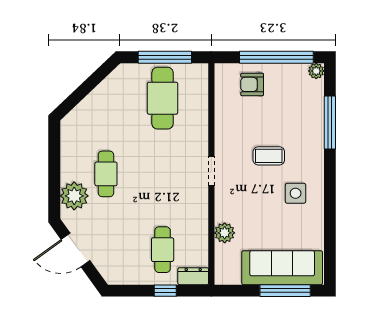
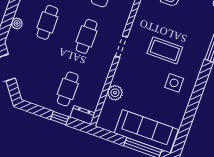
coffee table: (269, 156) -> (165, 50), width x1.36, depth x1.30
cafe table: (163, 174) -> (87, 36), added
plant: (74, 196) -> (17, 23), width x0.53, depth x0.53

